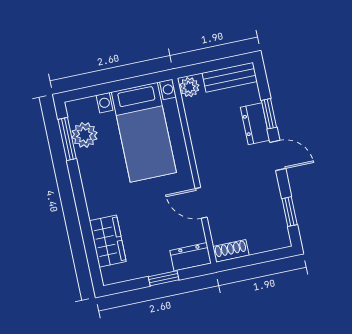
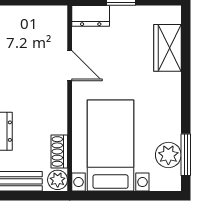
shoe rack: (231, 251) -> (59, 151), moved, turned 90

